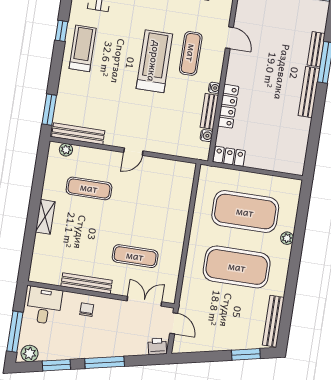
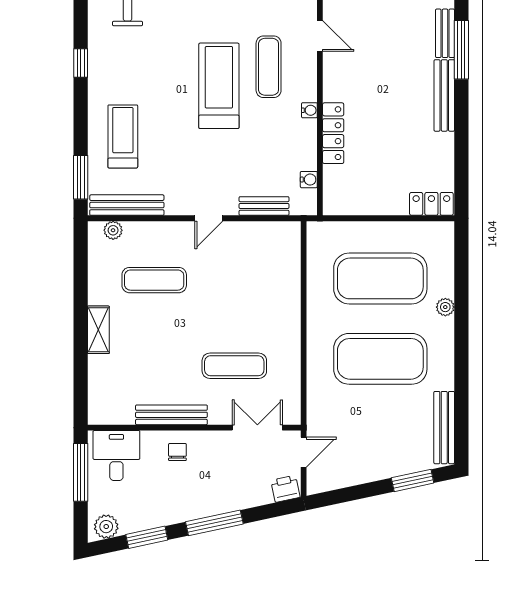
treadmill: (83, 48) -> (123, 136), moved
bench: (209, 111) -> (264, 206), moved, turned 90
locker: (229, 156) -> (431, 204), moved
door: (174, 323) -> (304, 452), hinge flipped
window: (15, 332) -> (81, 472), moved

